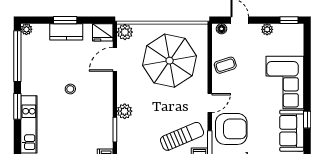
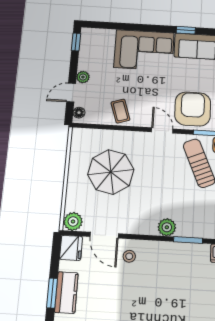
plant: (267, 29) -> (83, 77), moved
parasol: (170, 61) -> (111, 172), width x0.73, depth x0.73
stool: (70, 89) -> (129, 256), moved

